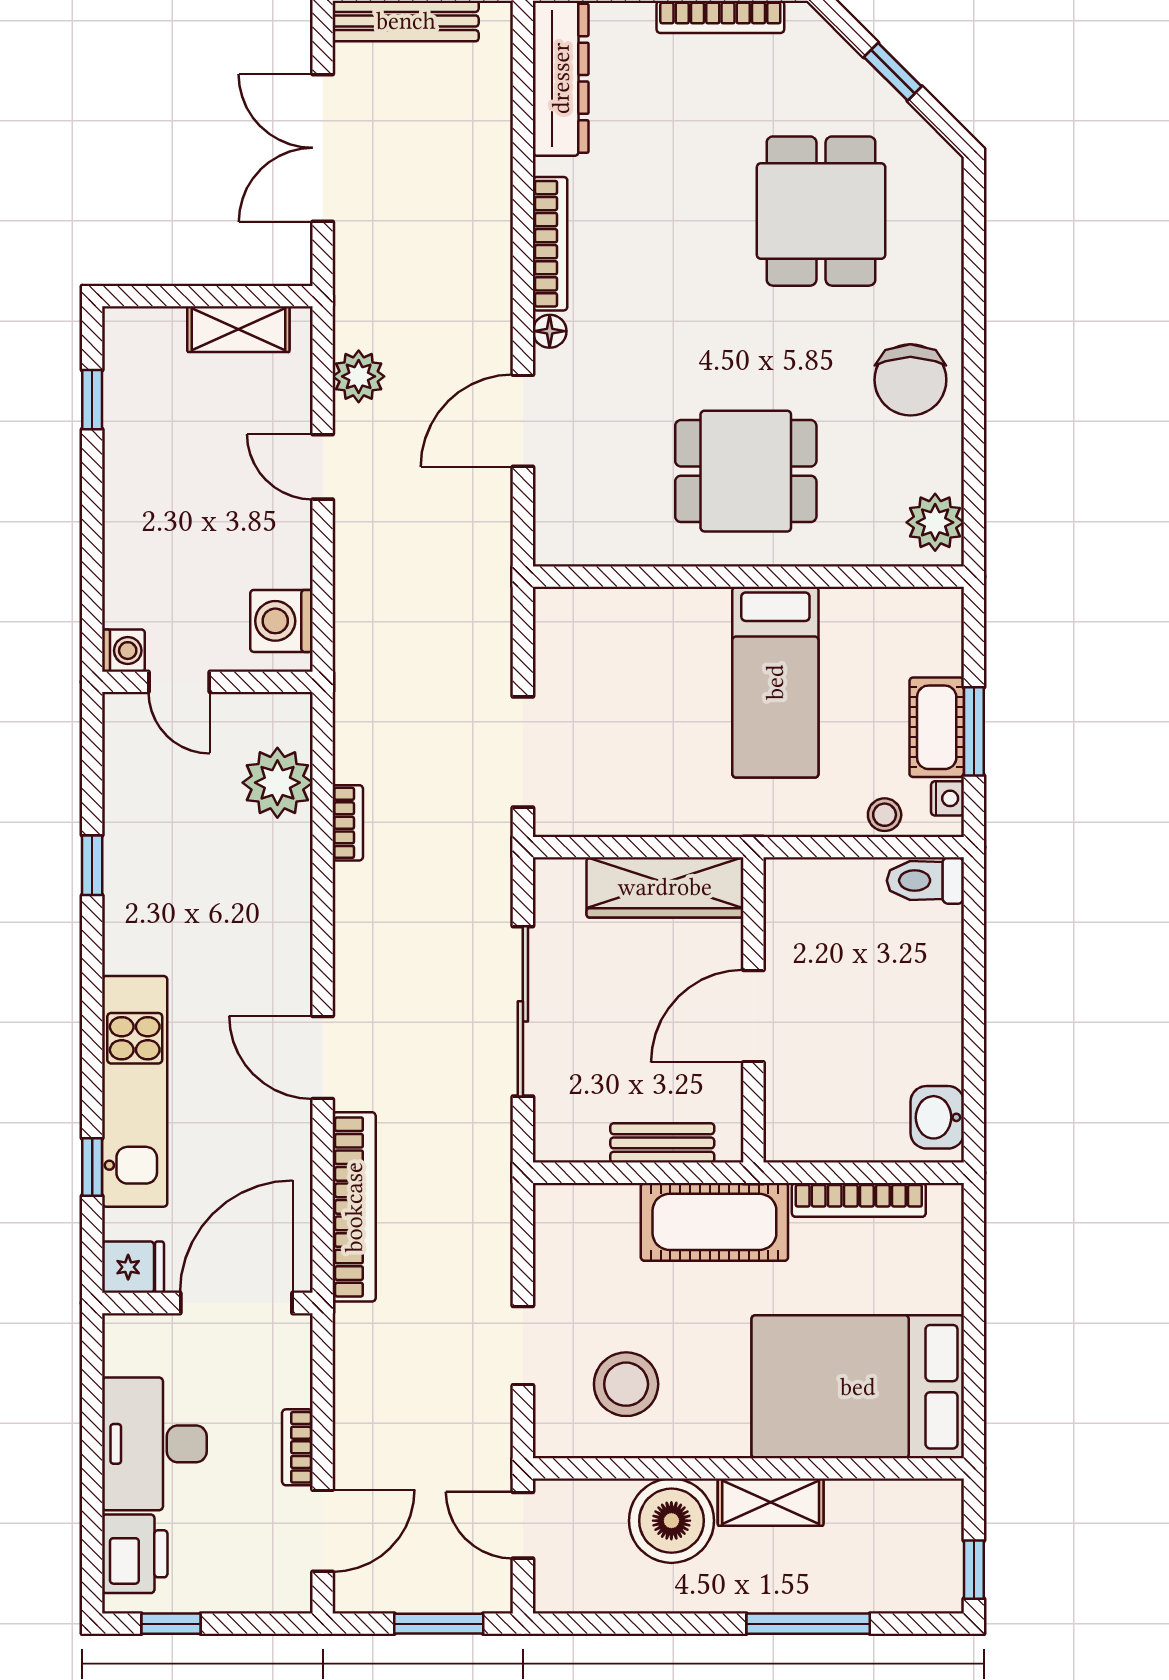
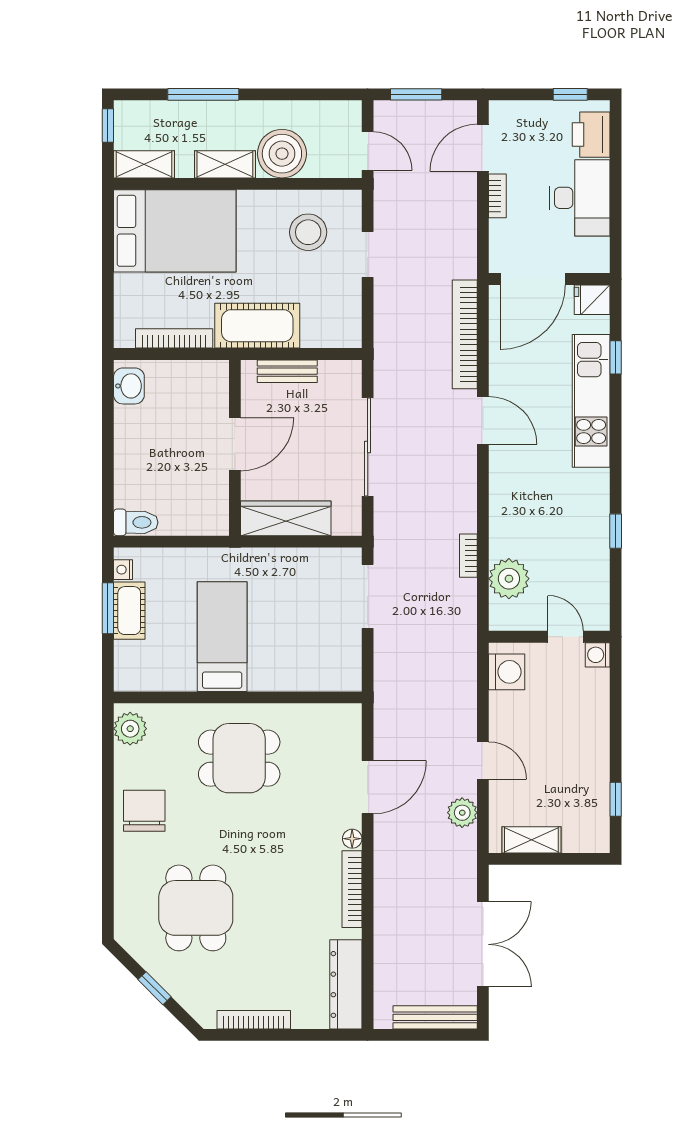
stool: (885, 815) -> (159, 560), removed
shelving: (911, 1502) -> (144, 164), added

